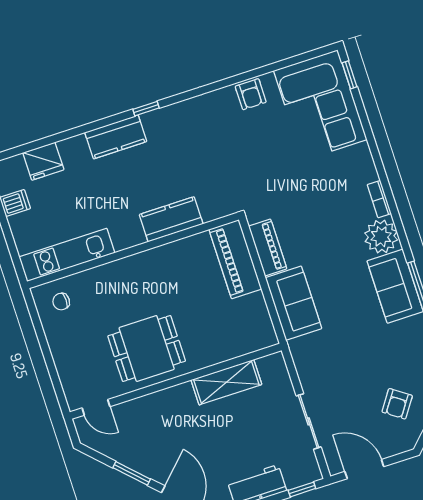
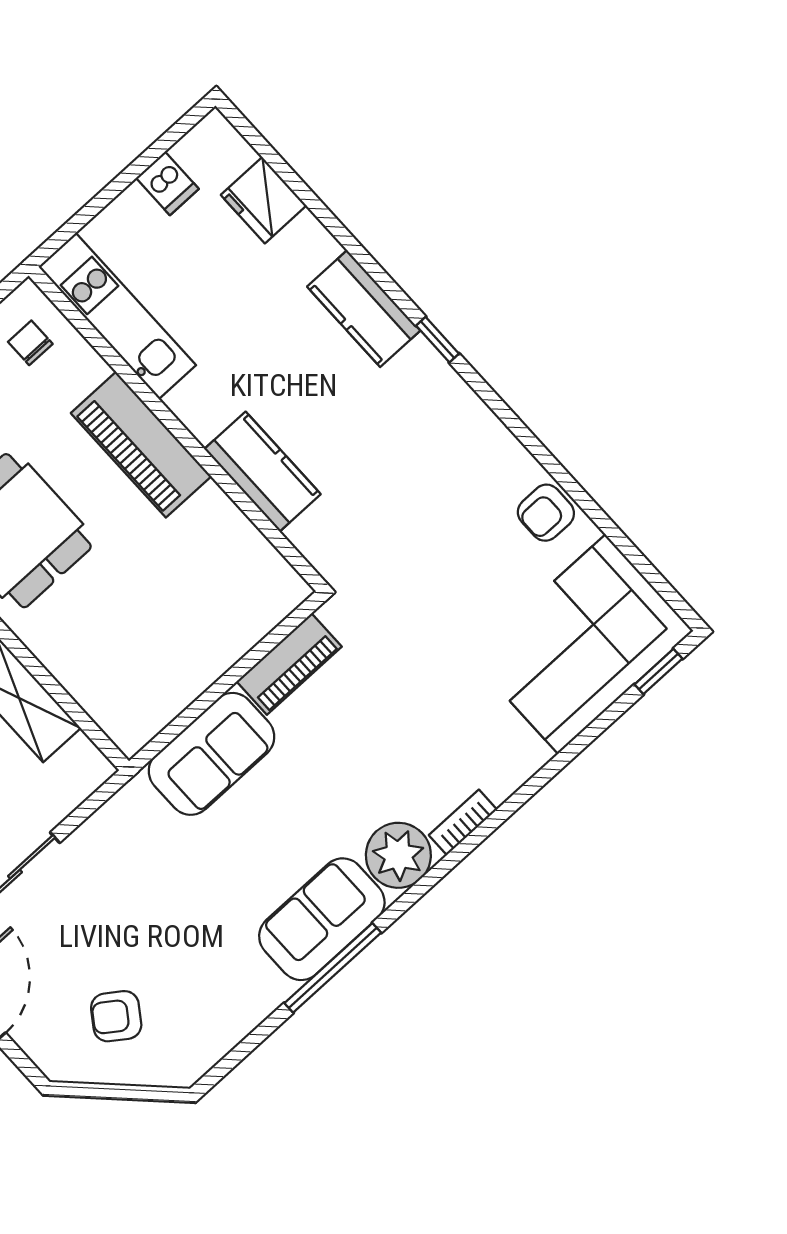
piano: (235, 259) -> (141, 445), moved, turned -90

